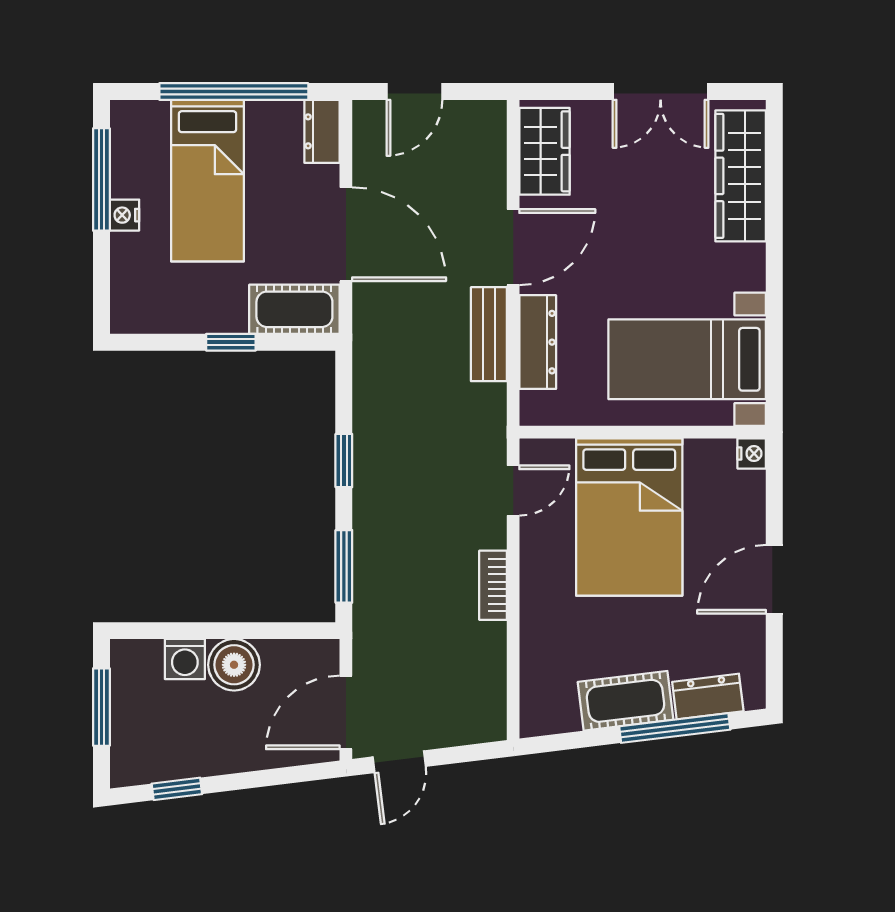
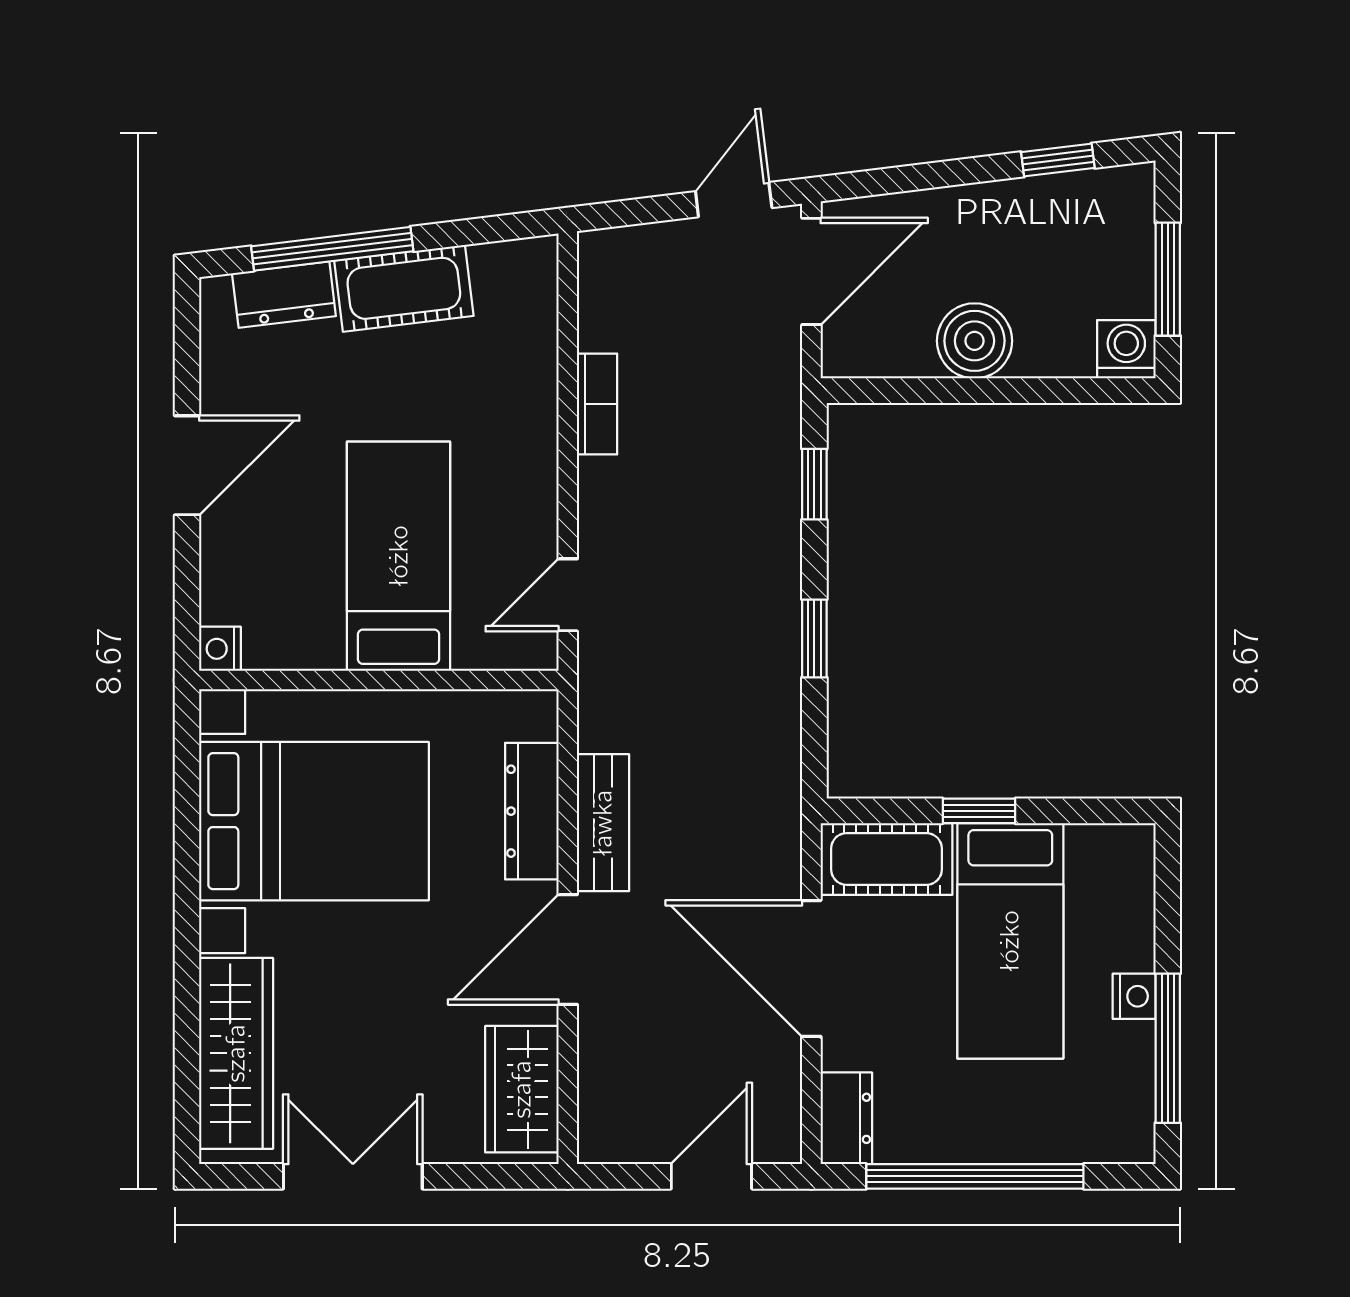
bed: (208, 181) -> (1010, 941), moved, turned 180
bed with nightstands: (687, 359) -> (314, 821), width x1.36
bed: (629, 517) -> (399, 556), width x0.67
window: (344, 566) -> (814, 484), width x0.67
bookcase: (493, 585) -> (597, 404), moved
washing machine: (185, 659) -> (1126, 349), moved

